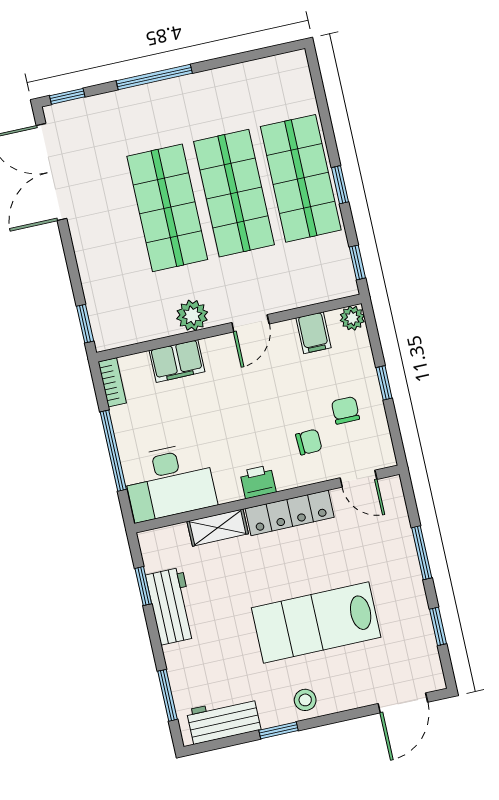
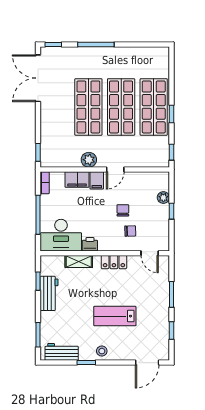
plant: (352, 318) -> (163, 198), moved
filing cabinet: (313, 333) -> (97, 180), moved
chair: (345, 410) -> (123, 210), moved
printer: (258, 482) -> (90, 244), moved
locker: (290, 513) -> (114, 262), width x0.66
lab bench: (316, 623) -> (115, 316), width x0.73, depth x0.72

